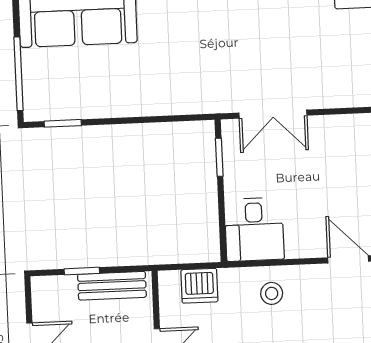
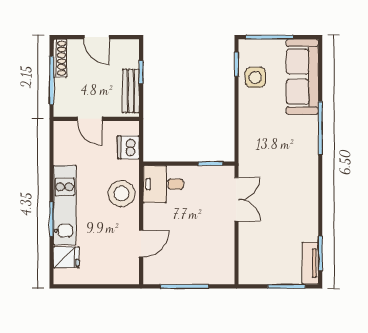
side table: (82, 93) -> (255, 77), added
double door: (273, 114) -> (237, 199), swing flipped
stool: (272, 293) -> (121, 193), width x1.89, depth x1.89

